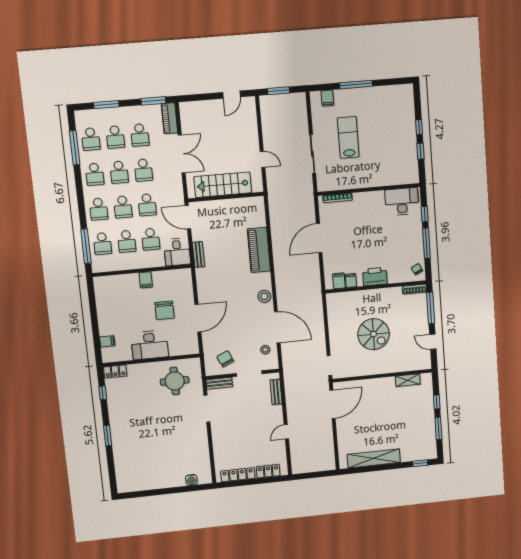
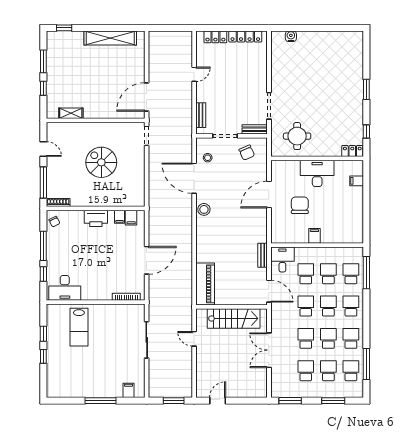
piano: (169, 118) -> (277, 384), removed
lab bench: (348, 137) -> (79, 327), moved
piano: (259, 250) -> (205, 284), moved

